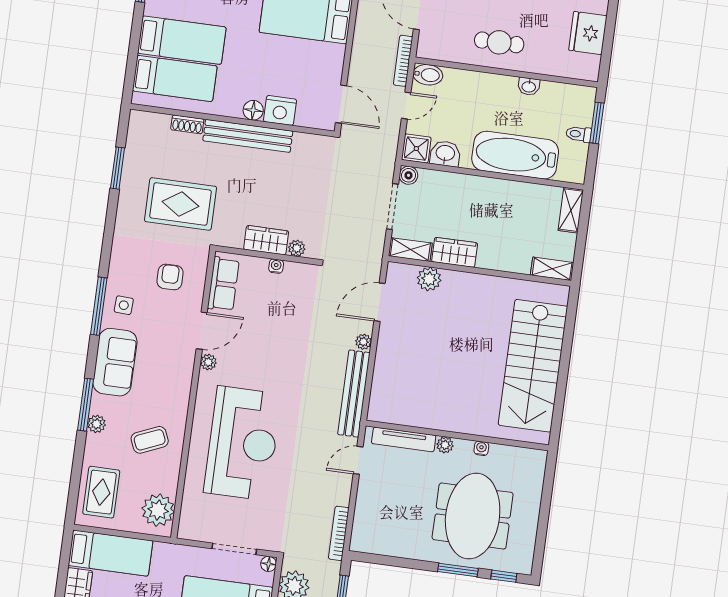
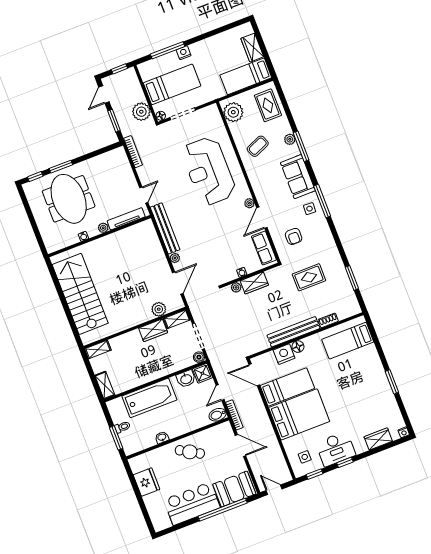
bed: (182, 40) -> (287, 387), moved, turned 180
cafe table: (499, 42) -> (190, 452), turned 30
rug: (181, 204) -> (309, 277), width x0.73, depth x0.70

